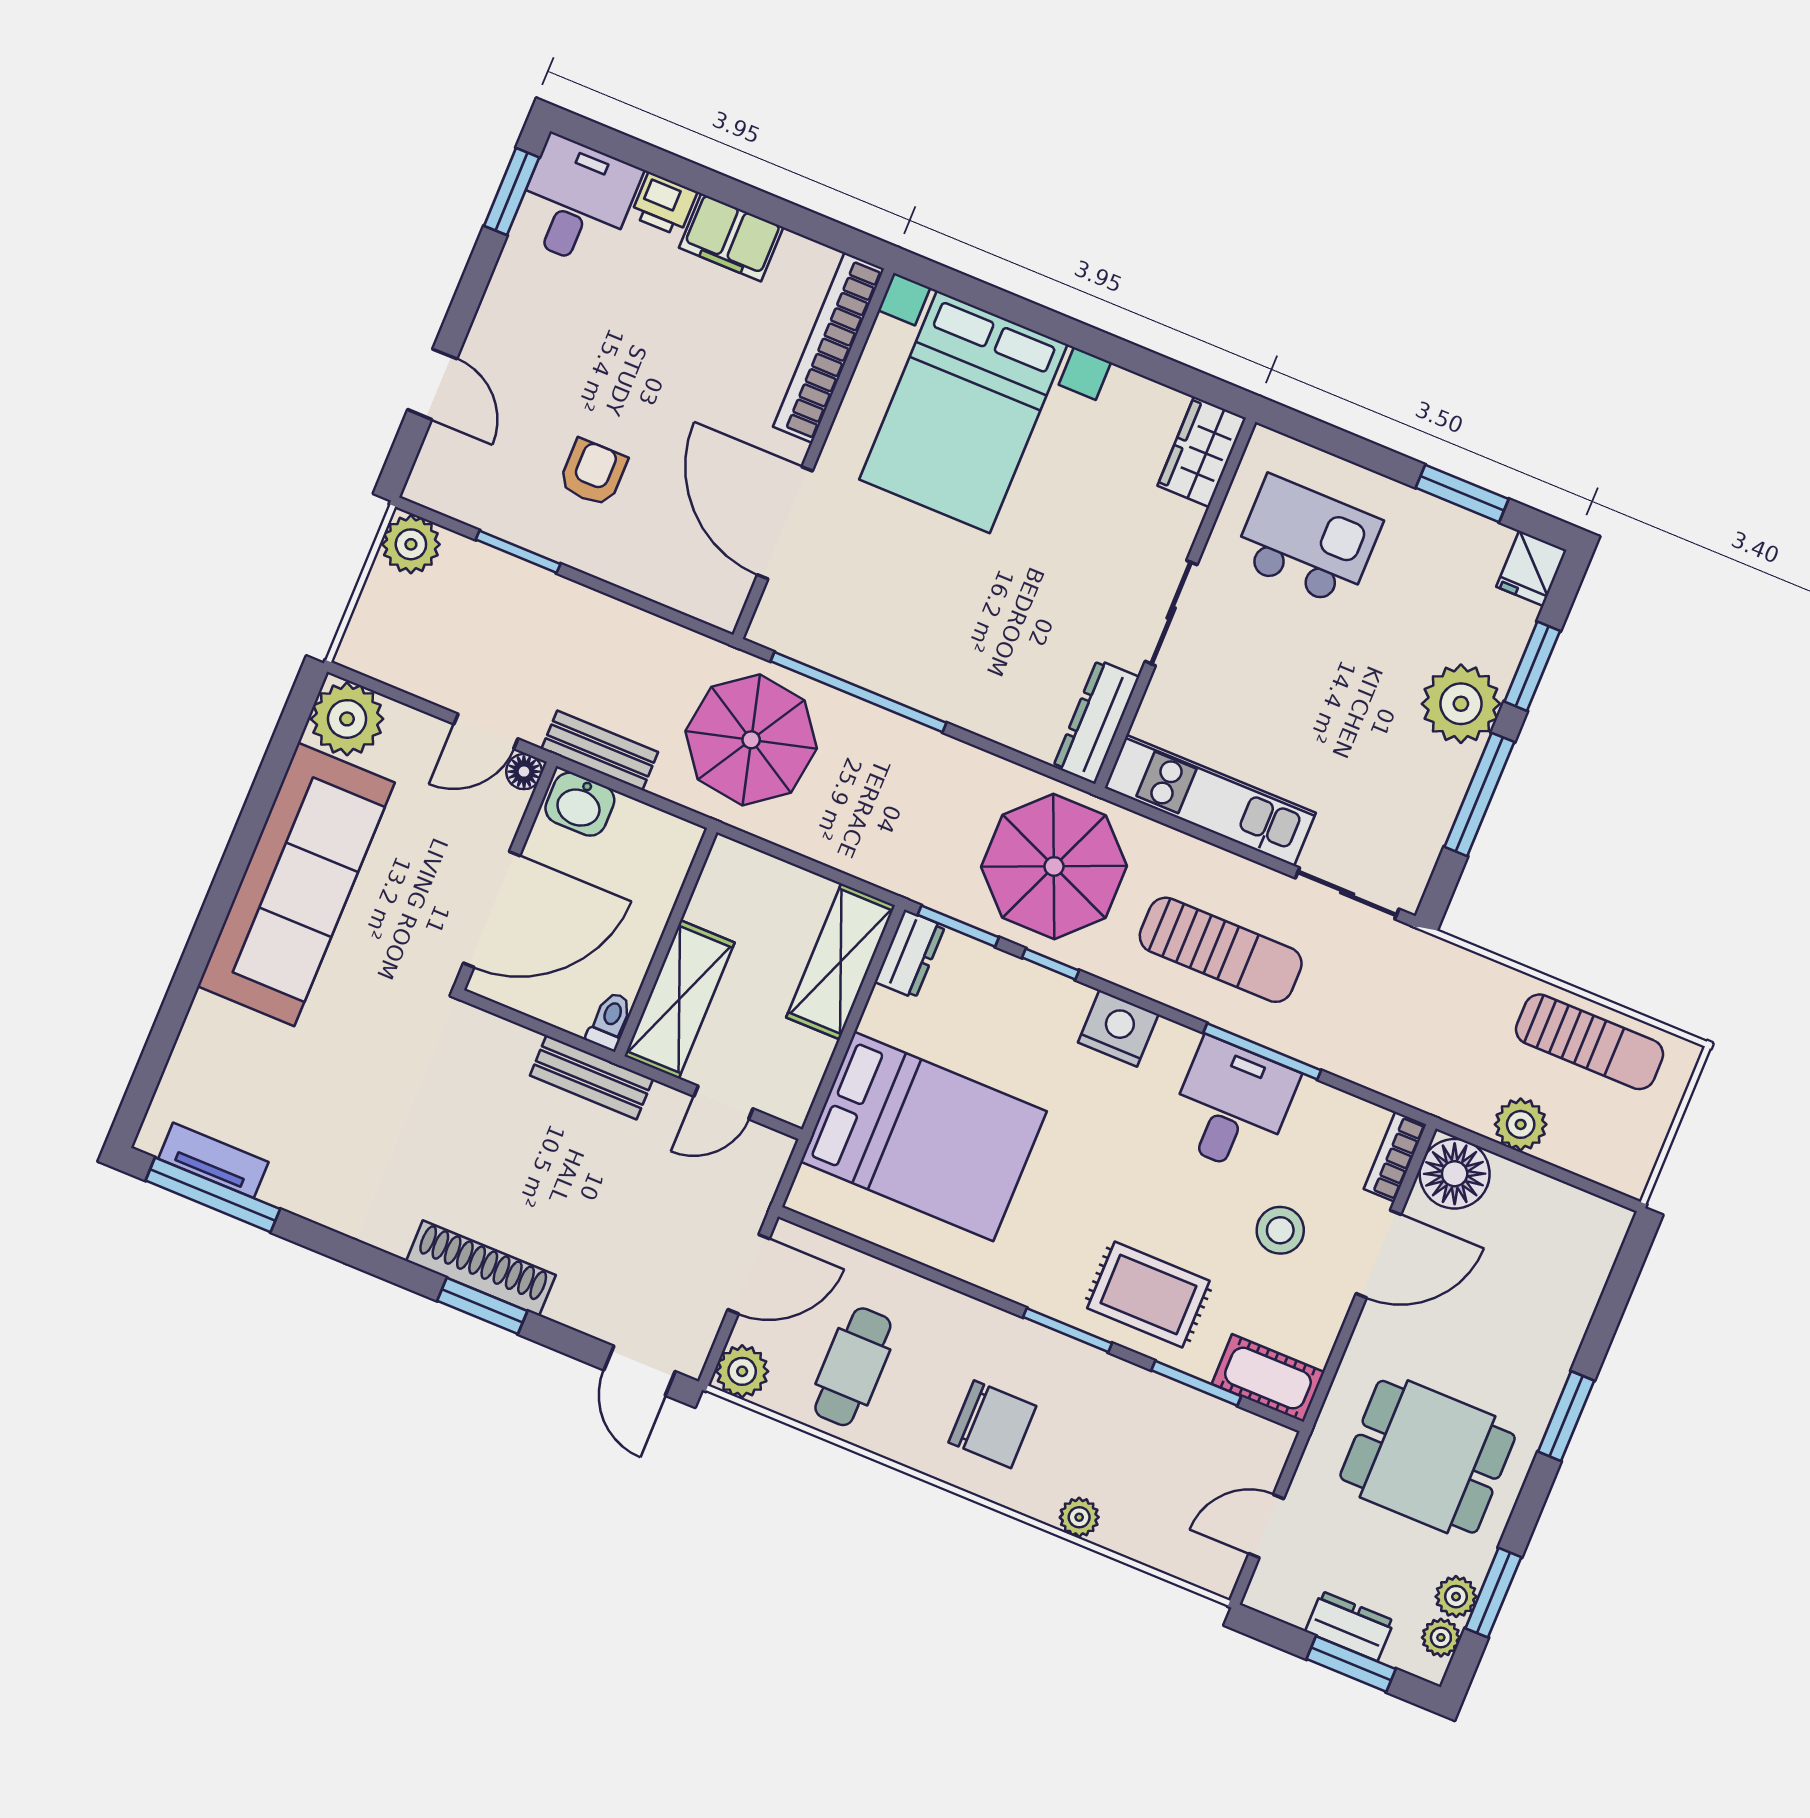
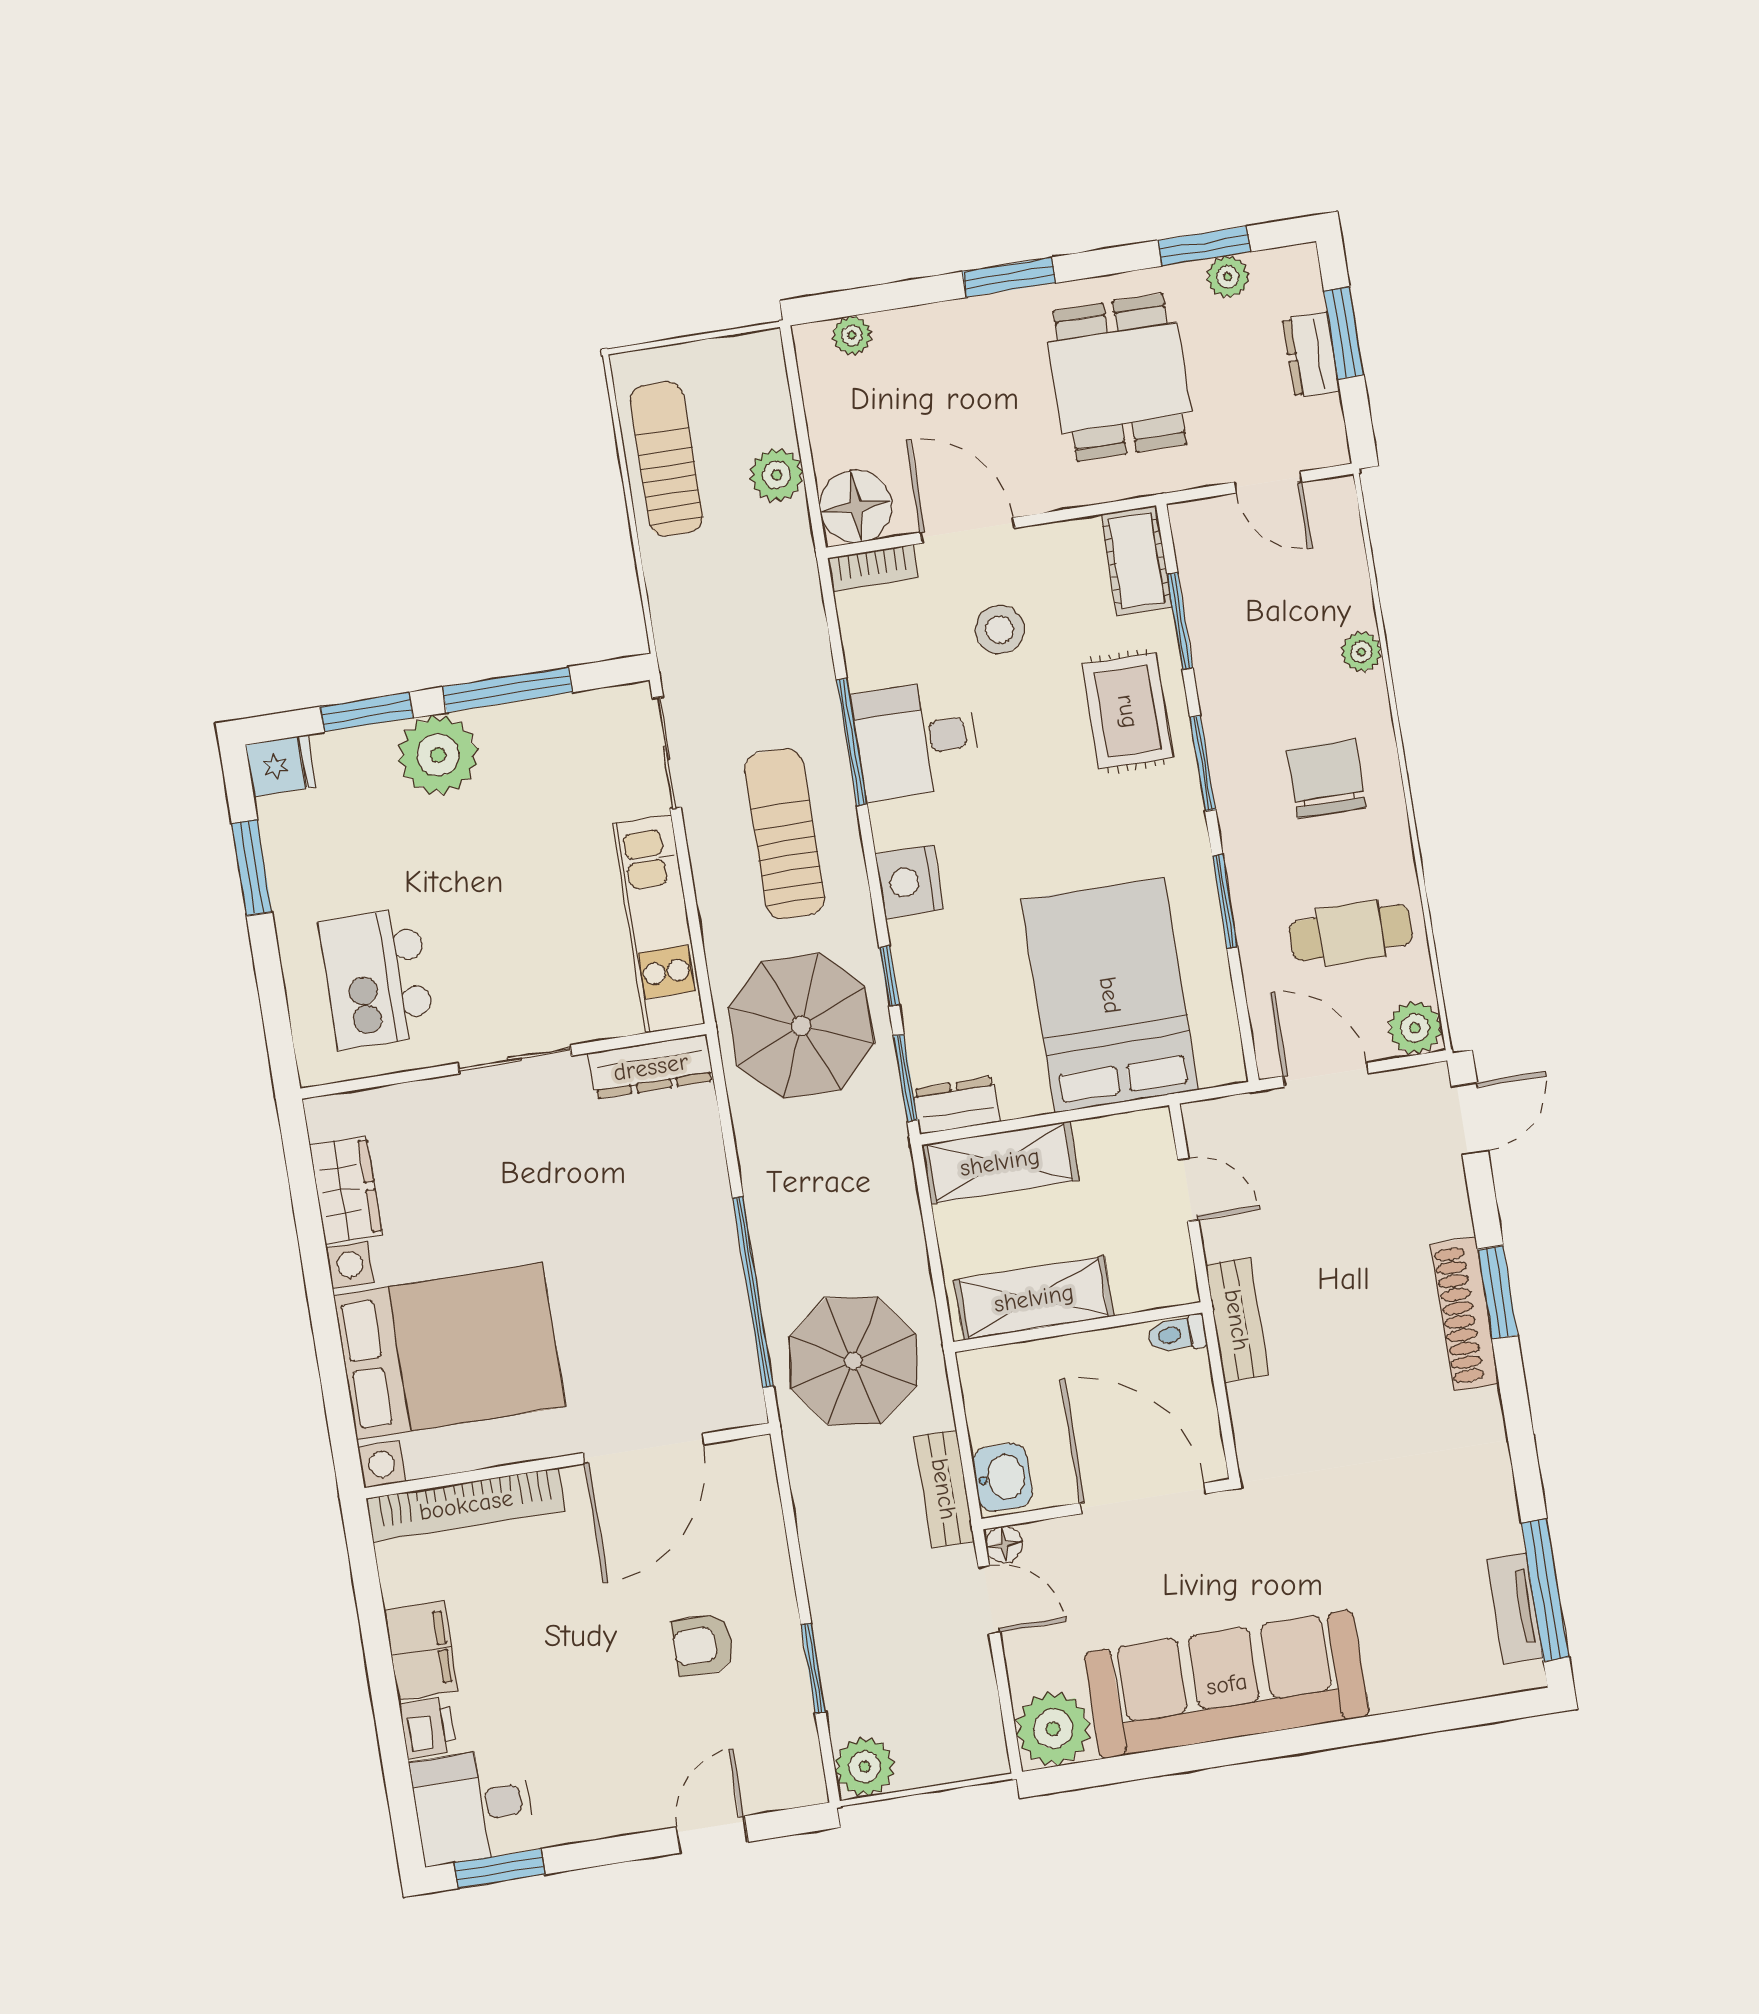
wardrobe: (1202, 452) -> (346, 1190), moved, turned -90
shelving: (679, 999) -> (1034, 1298), moved
window: (943, 1279) -> (1225, 901), added
plant: (1441, 1638) -> (852, 335), moved

